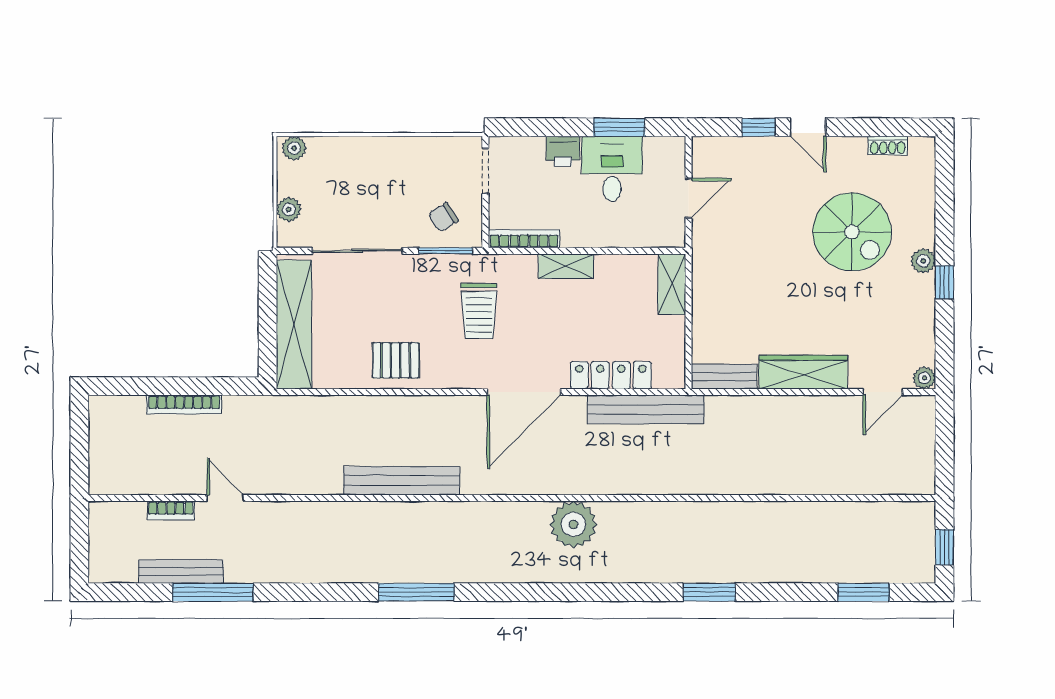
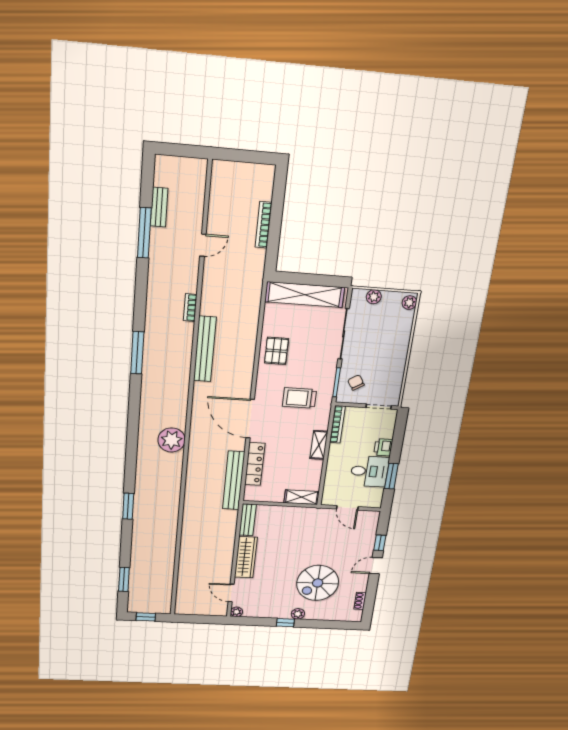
bookcase: (171, 510) -> (190, 308), moved
bench: (181, 572) -> (159, 207), width x0.73

